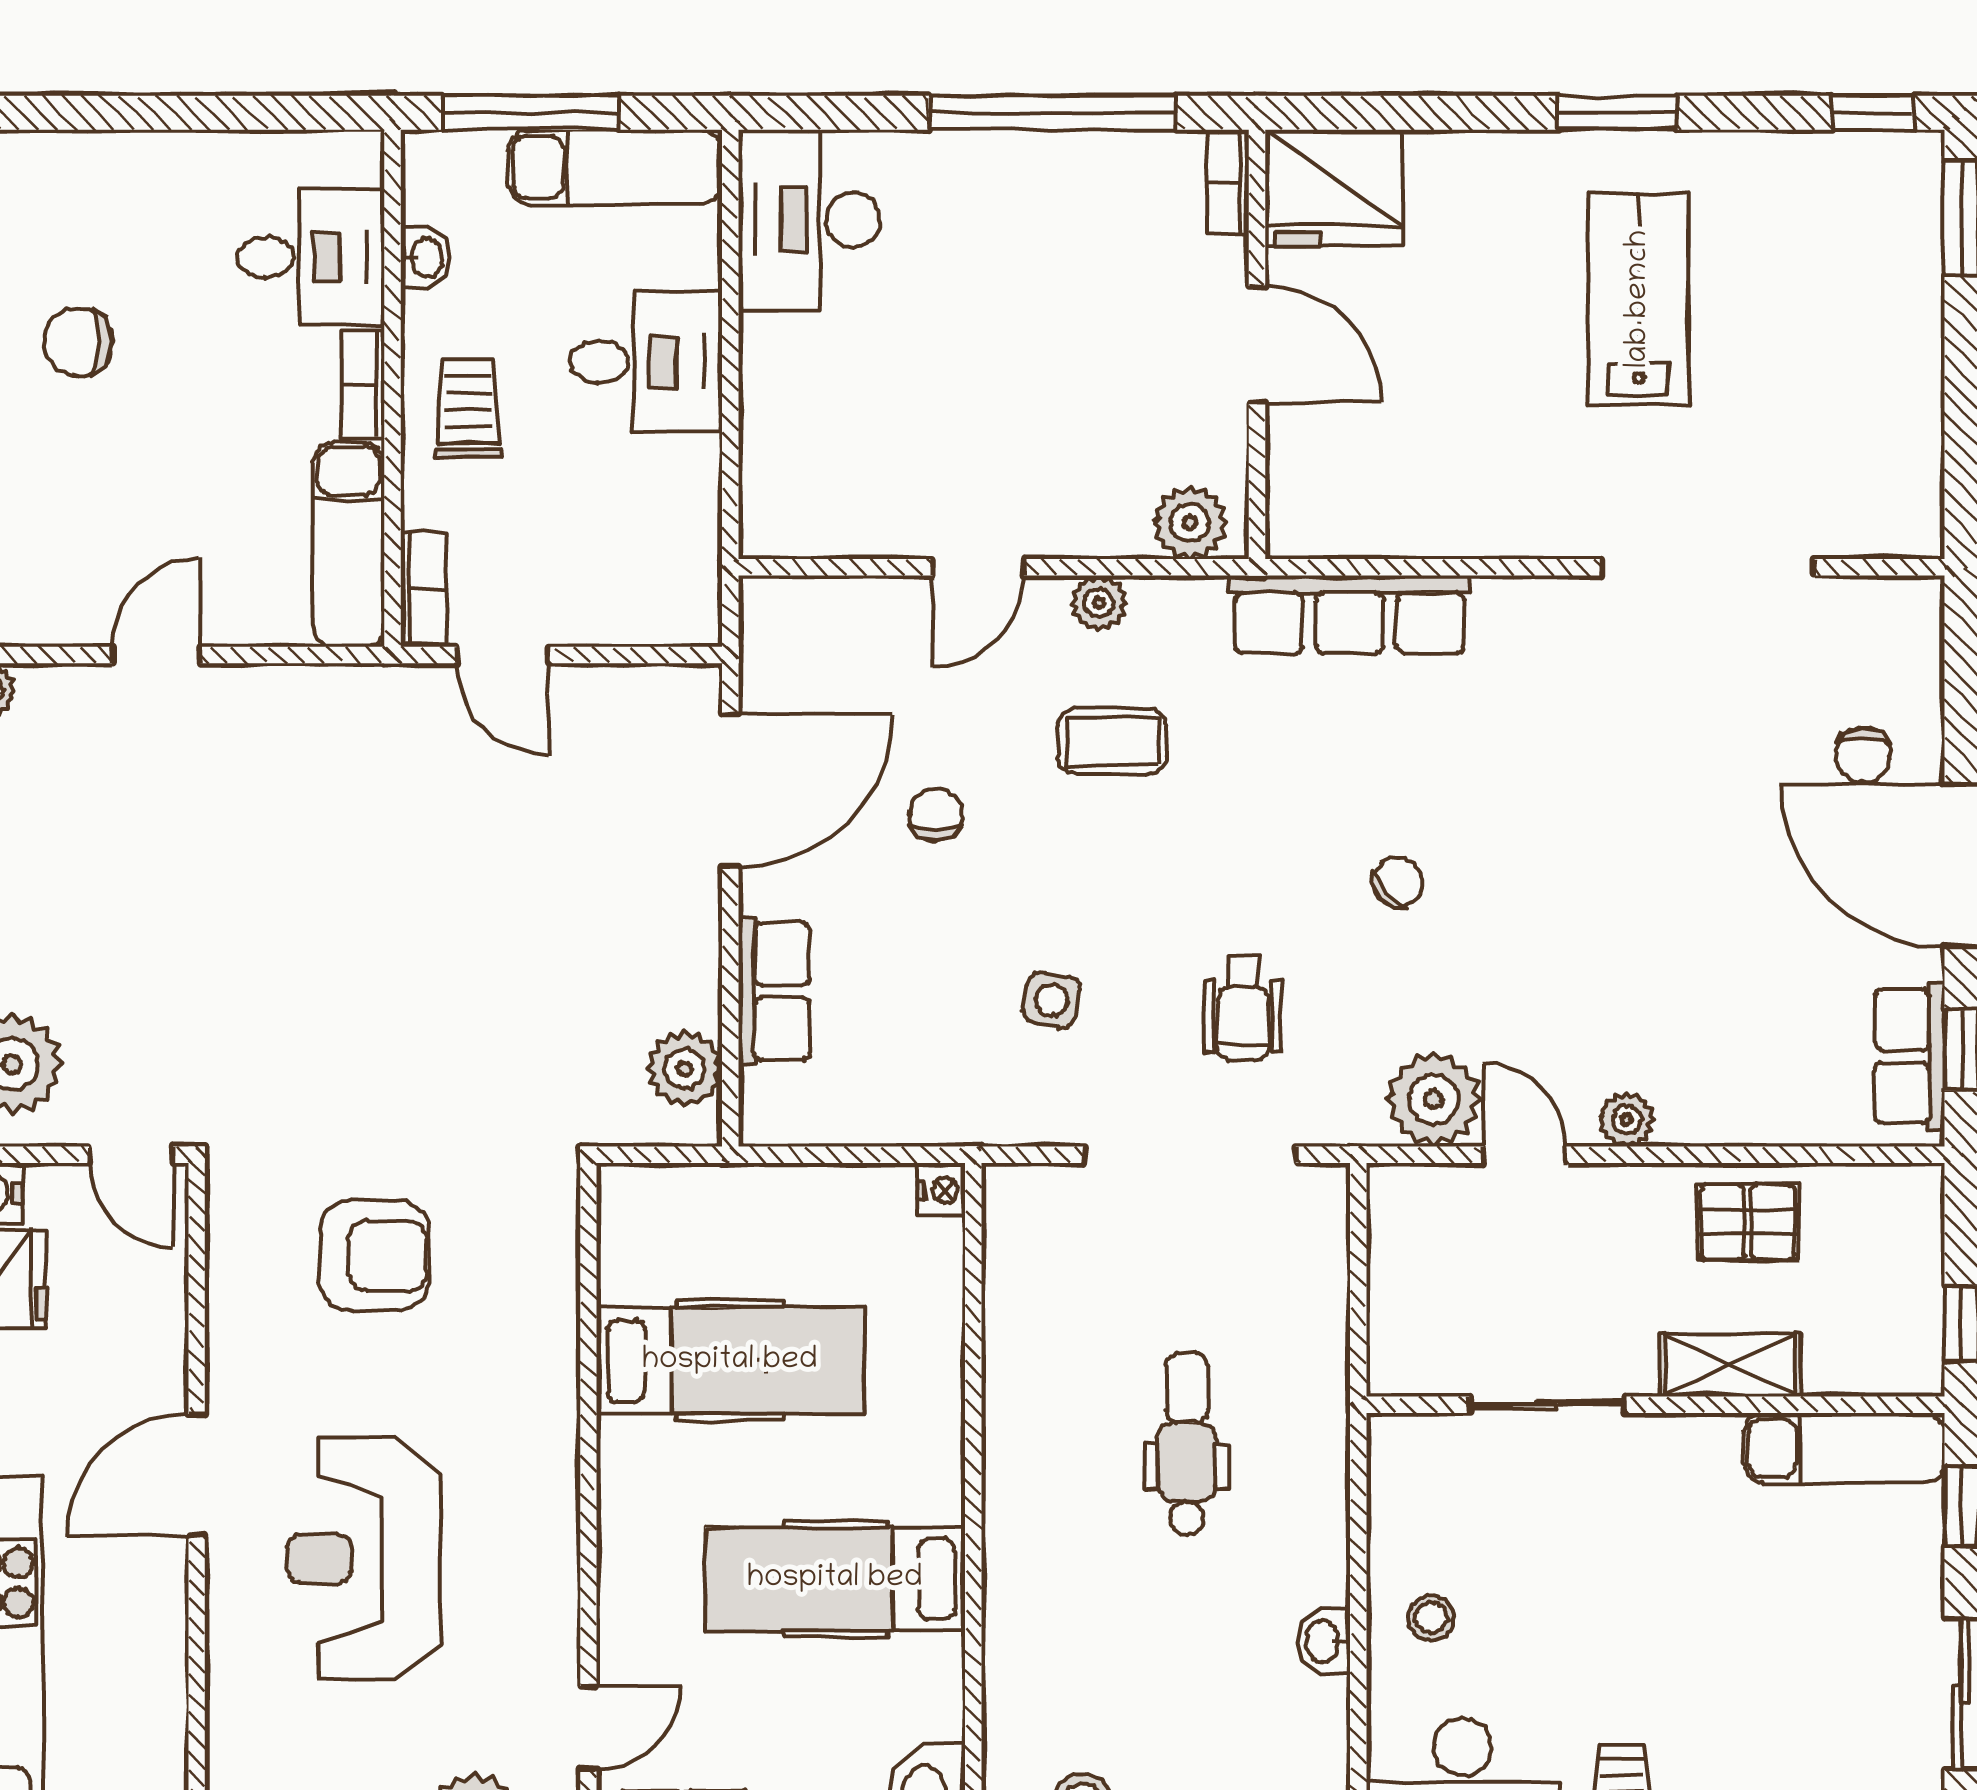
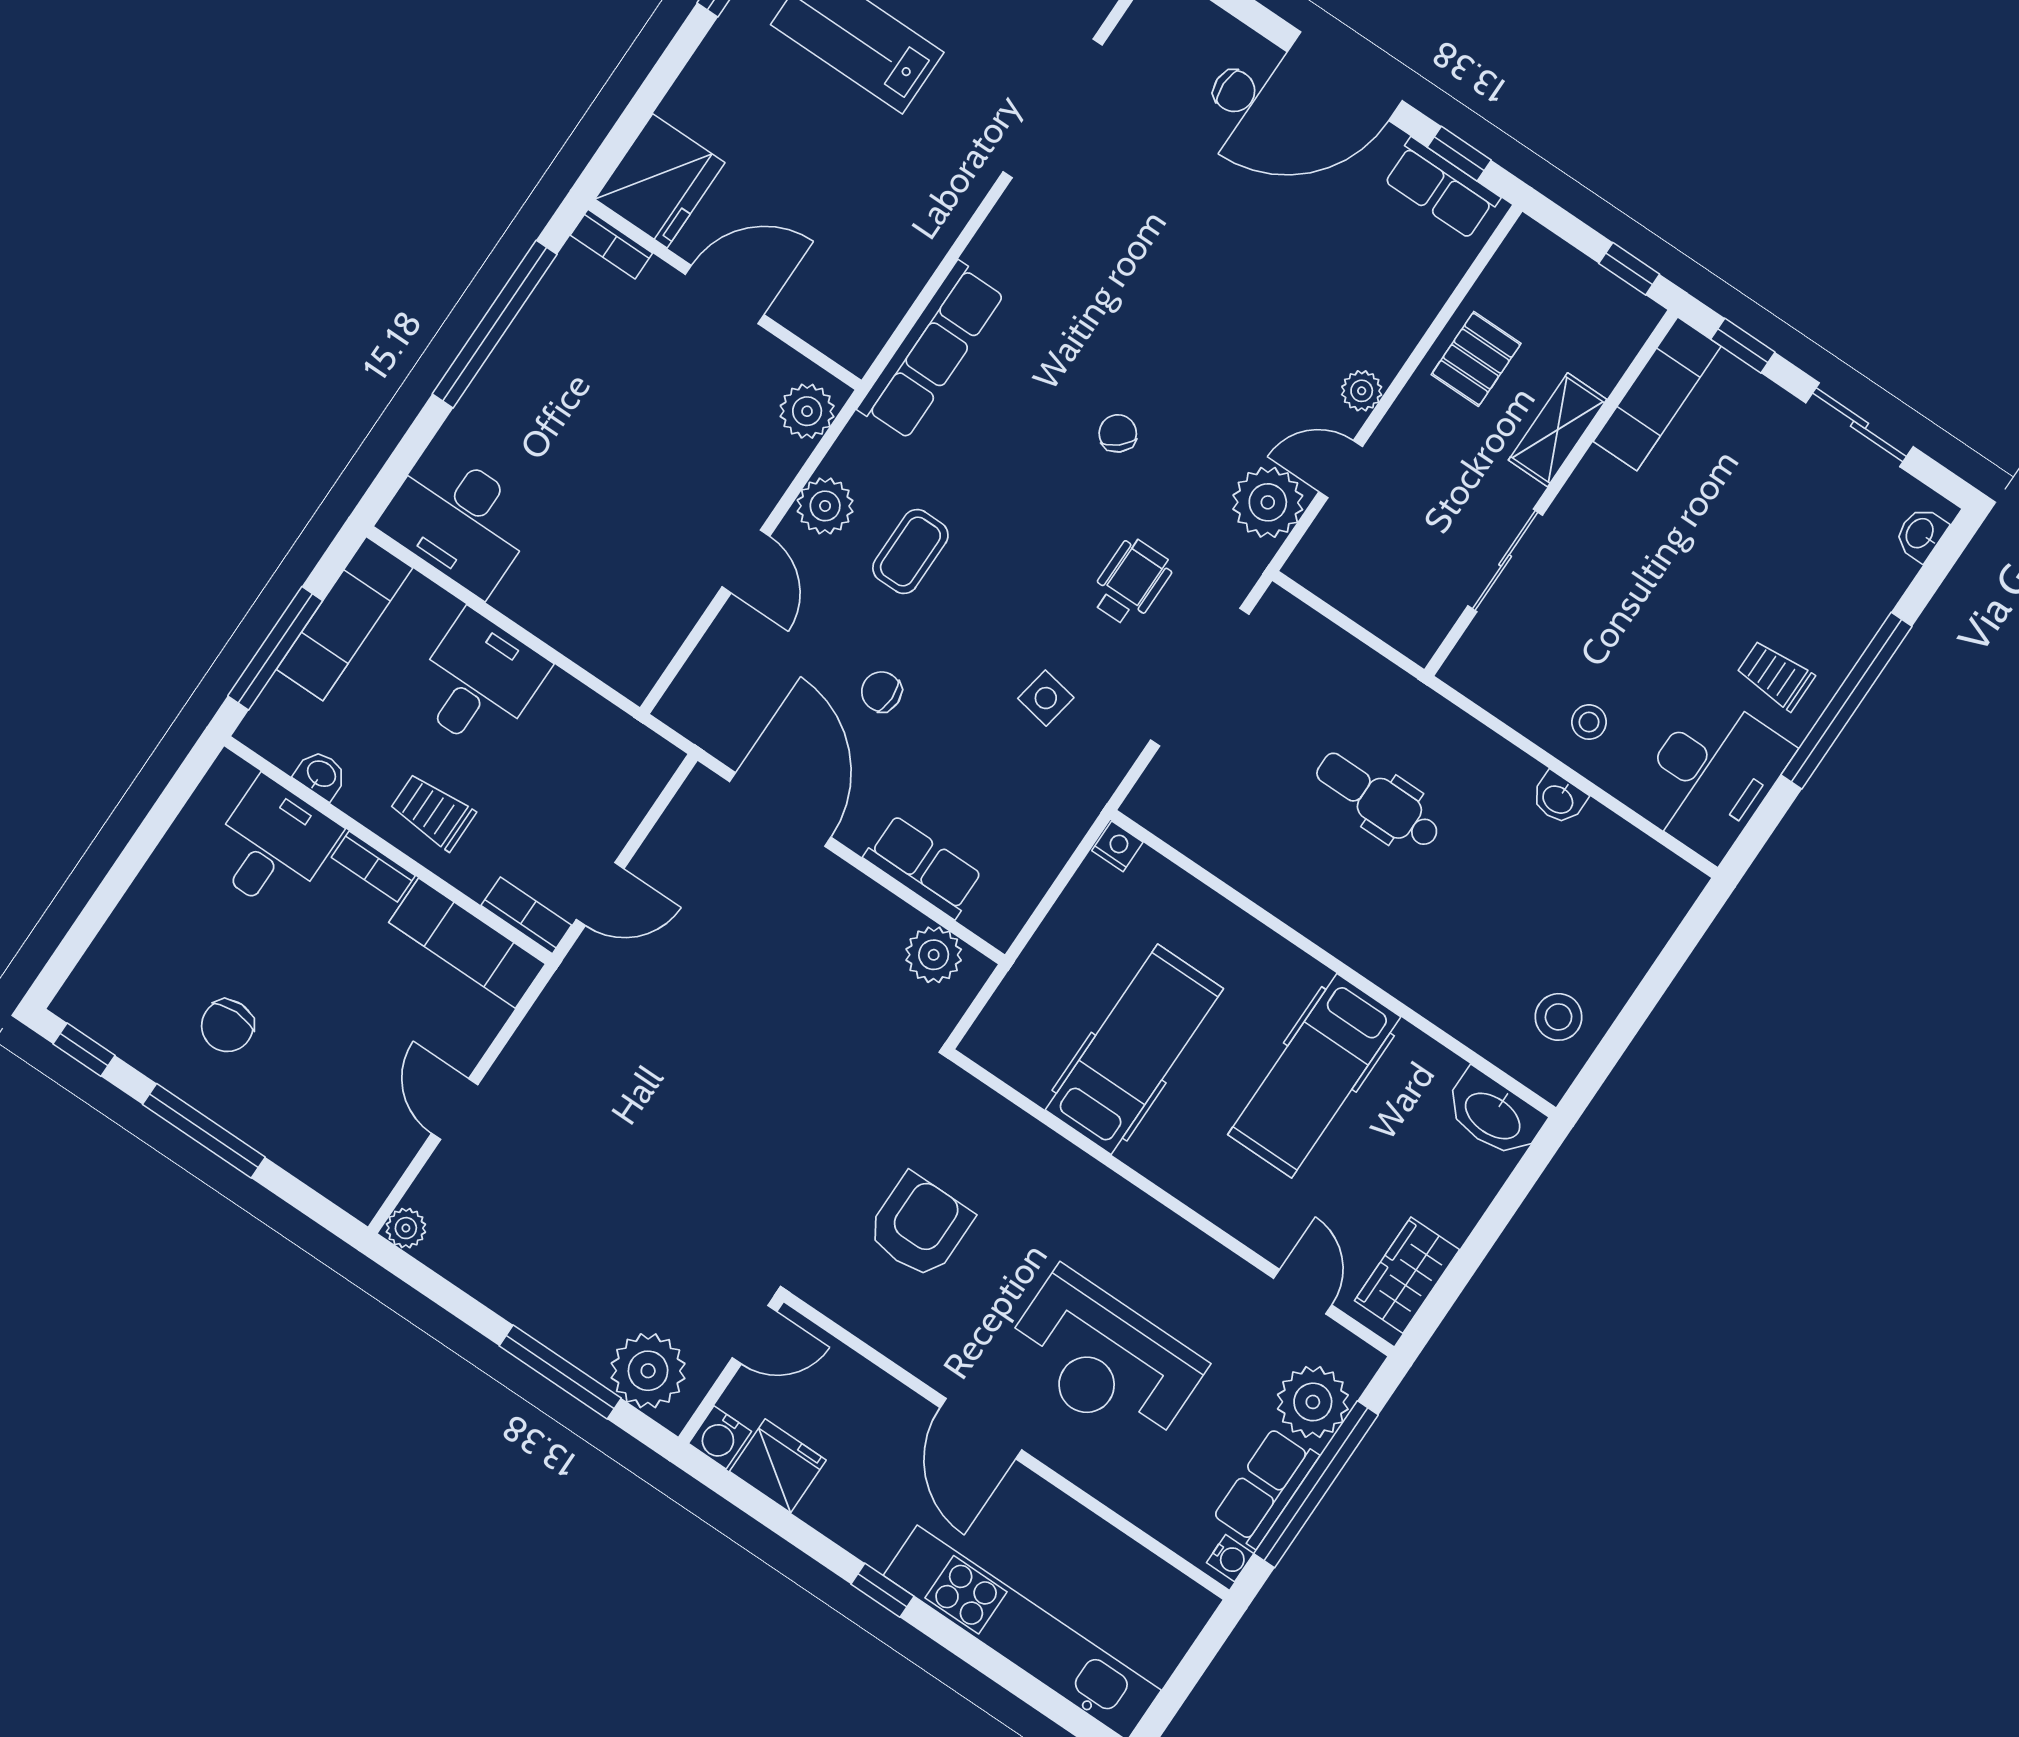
plant: (1099, 603) -> (825, 506), width x1.38, depth x1.38
wheelchair: (1243, 1008) -> (1131, 582), turned -90

